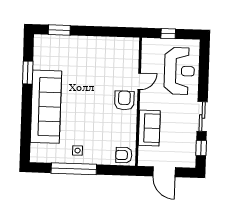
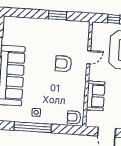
window: (59, 30) -> (57, 15), moved
armchair: (124, 100) -> (63, 64), moved, turned -90

